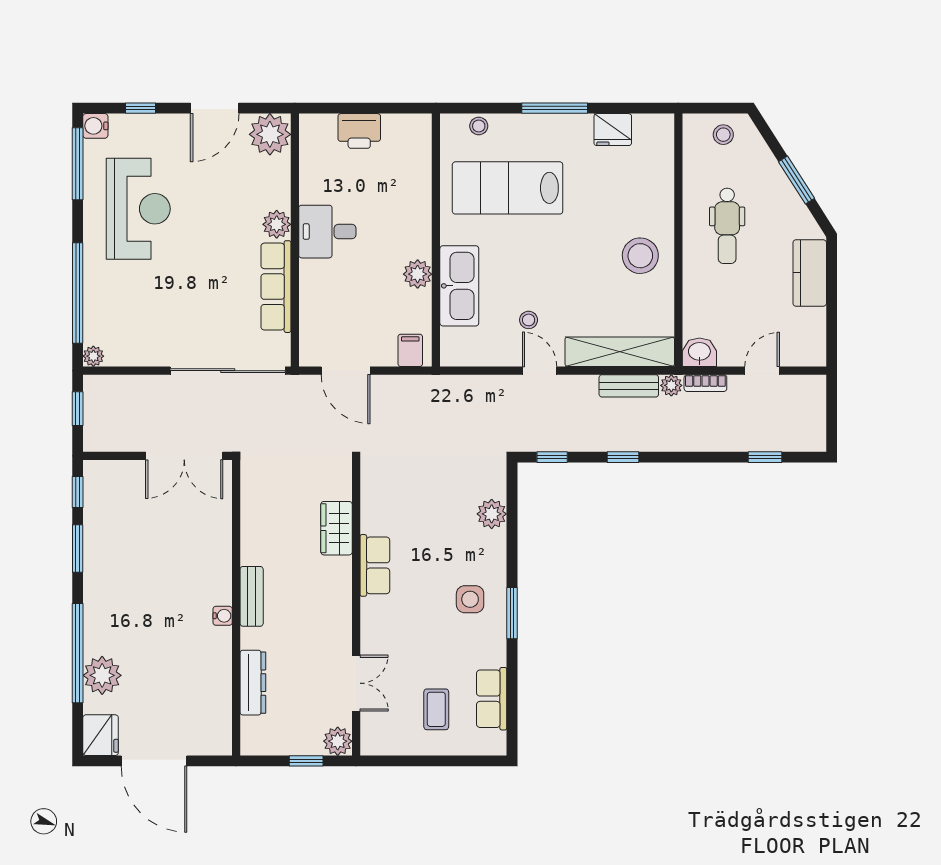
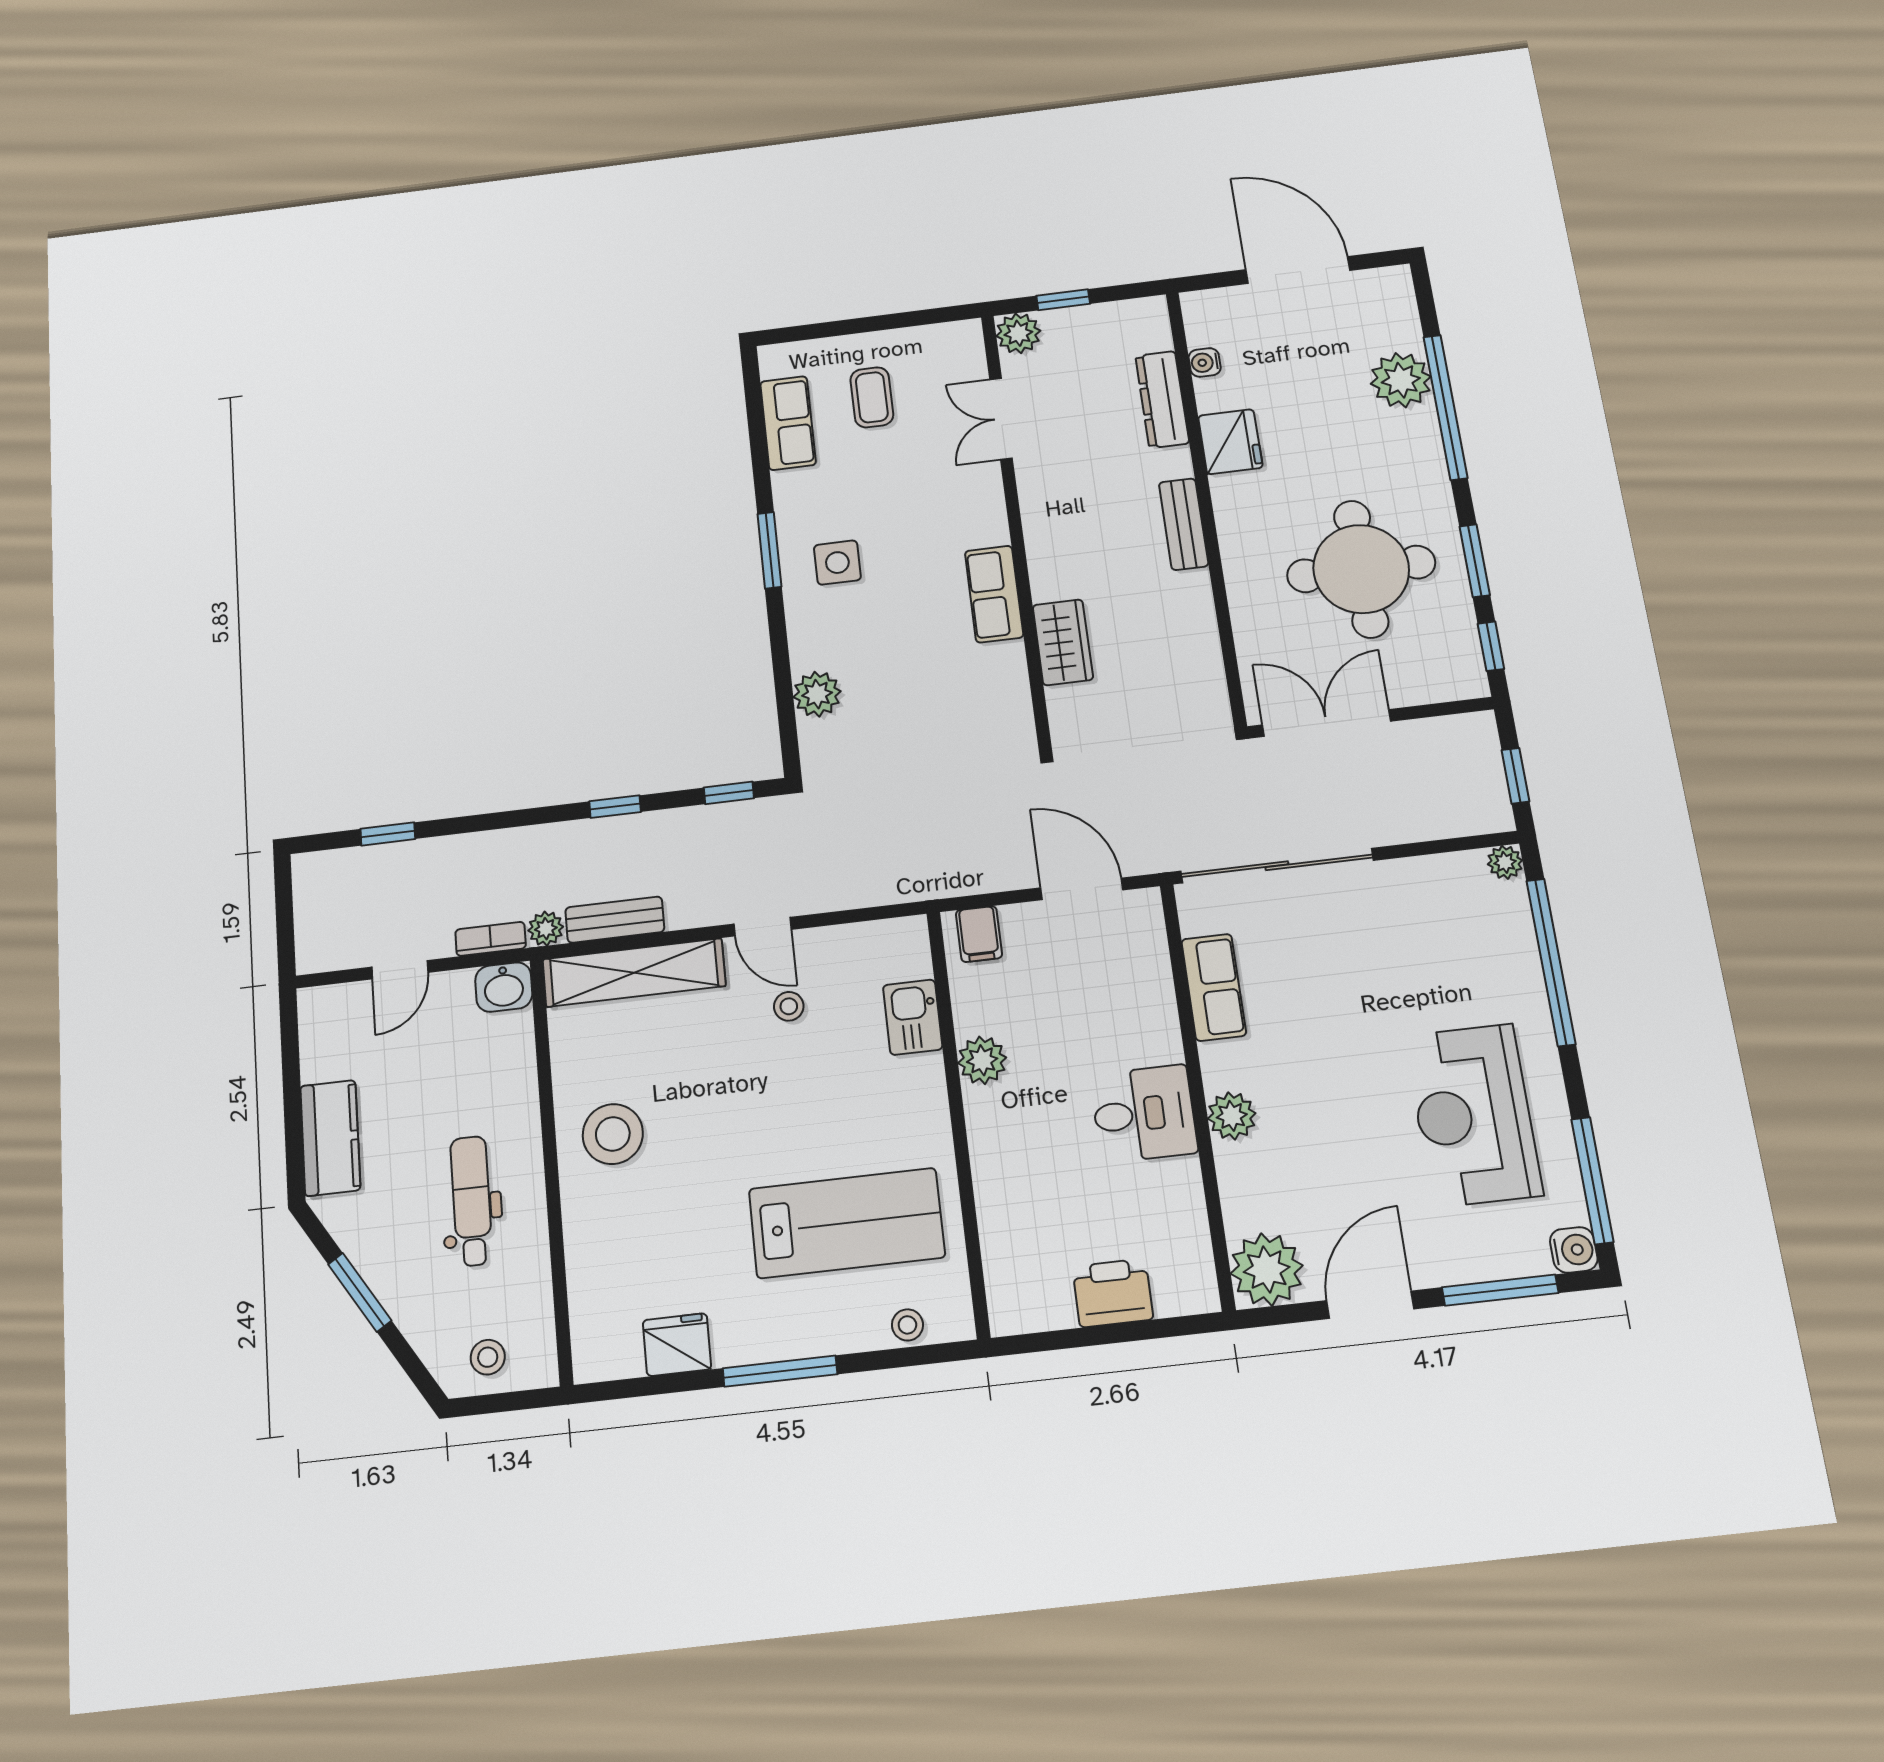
window: (141, 108) -> (1500, 1290), width x2.17
kitchen sink: (459, 286) -> (913, 1017), width x0.53, depth x0.81
row of seats: (276, 287) -> (1214, 987), width x0.68
round table: (147, 552) -> (1361, 569), added
water cooler: (223, 616) -> (1205, 362), moved
fridge: (101, 735) -> (1230, 442), moved, turned 180

